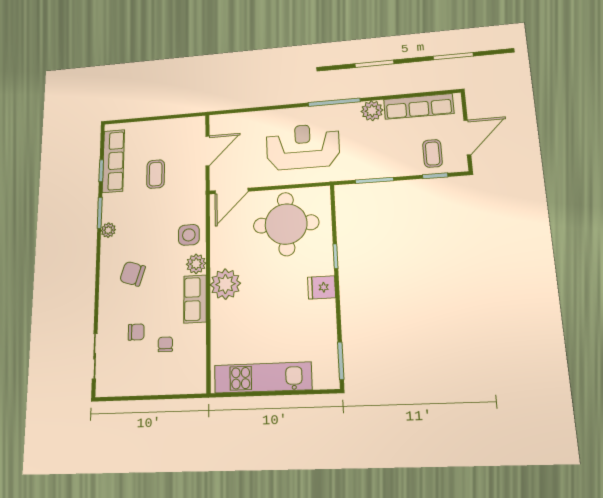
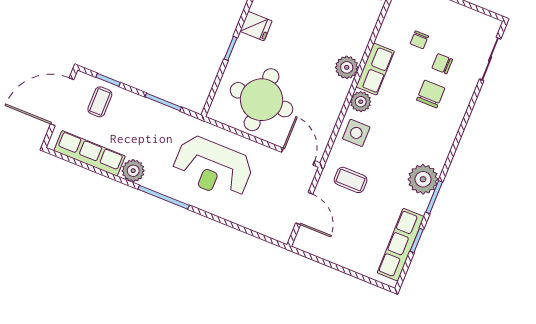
door: (467, 137) -> (62, 102), width x1.36
door: (207, 151) -> (304, 209), swing flipped
coffee table: (156, 174) -> (351, 180), moved, turned 90
door: (232, 191) -> (298, 157), hinge flipped
plant: (108, 230) -> (423, 179), width x1.87, depth x1.87
chair: (132, 274) -> (431, 94), moved, turned -108
plant: (225, 284) -> (347, 67), width x0.73, depth x0.73

